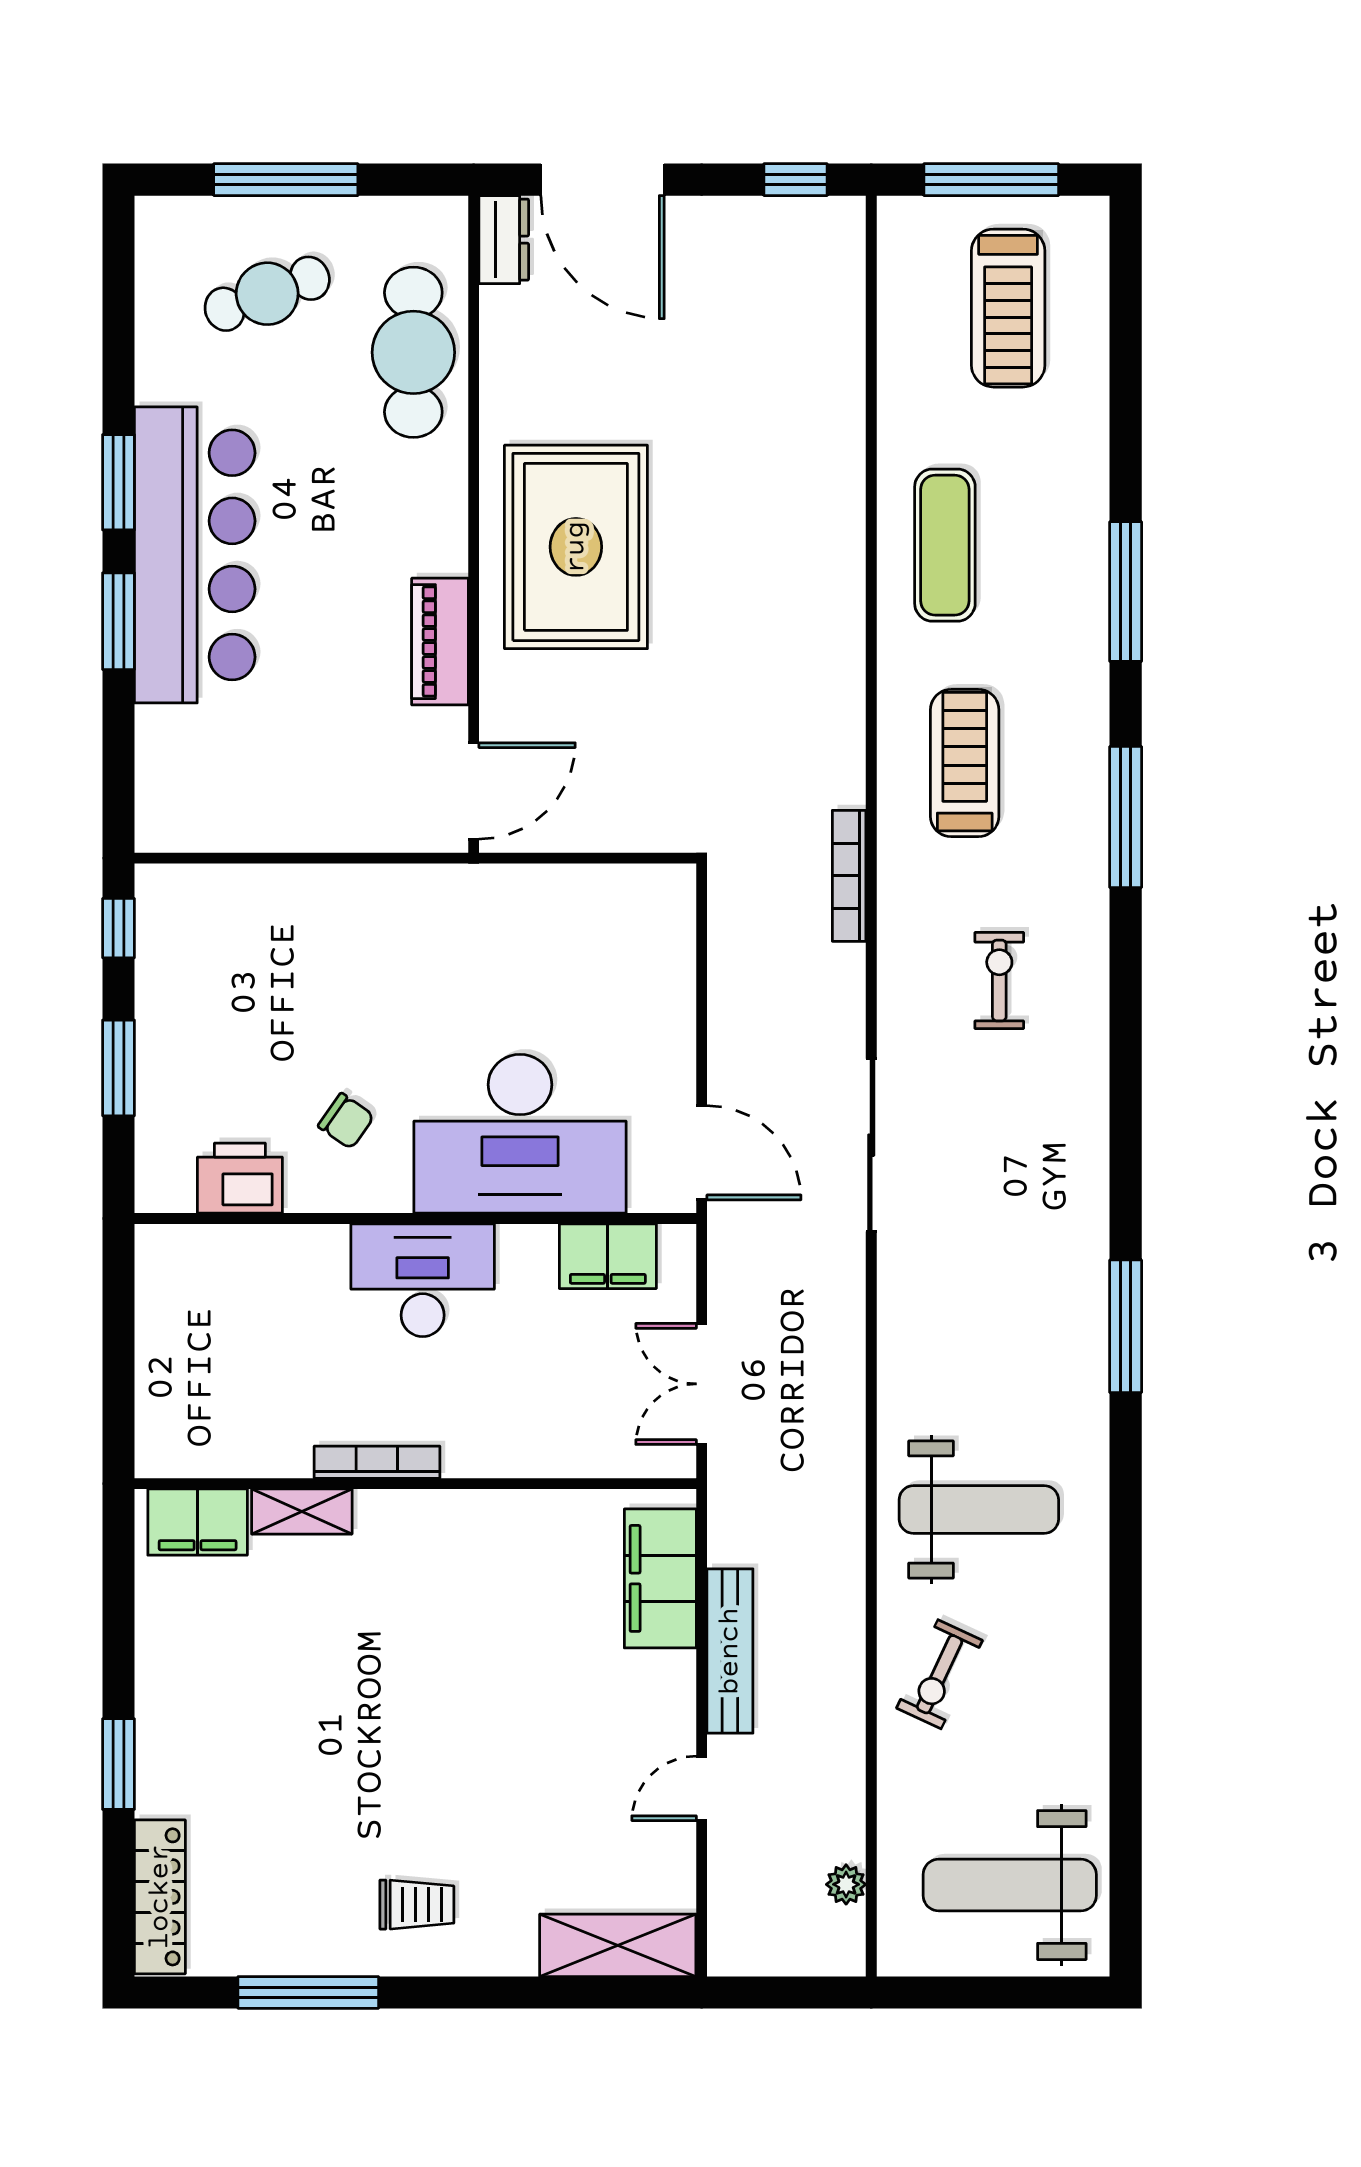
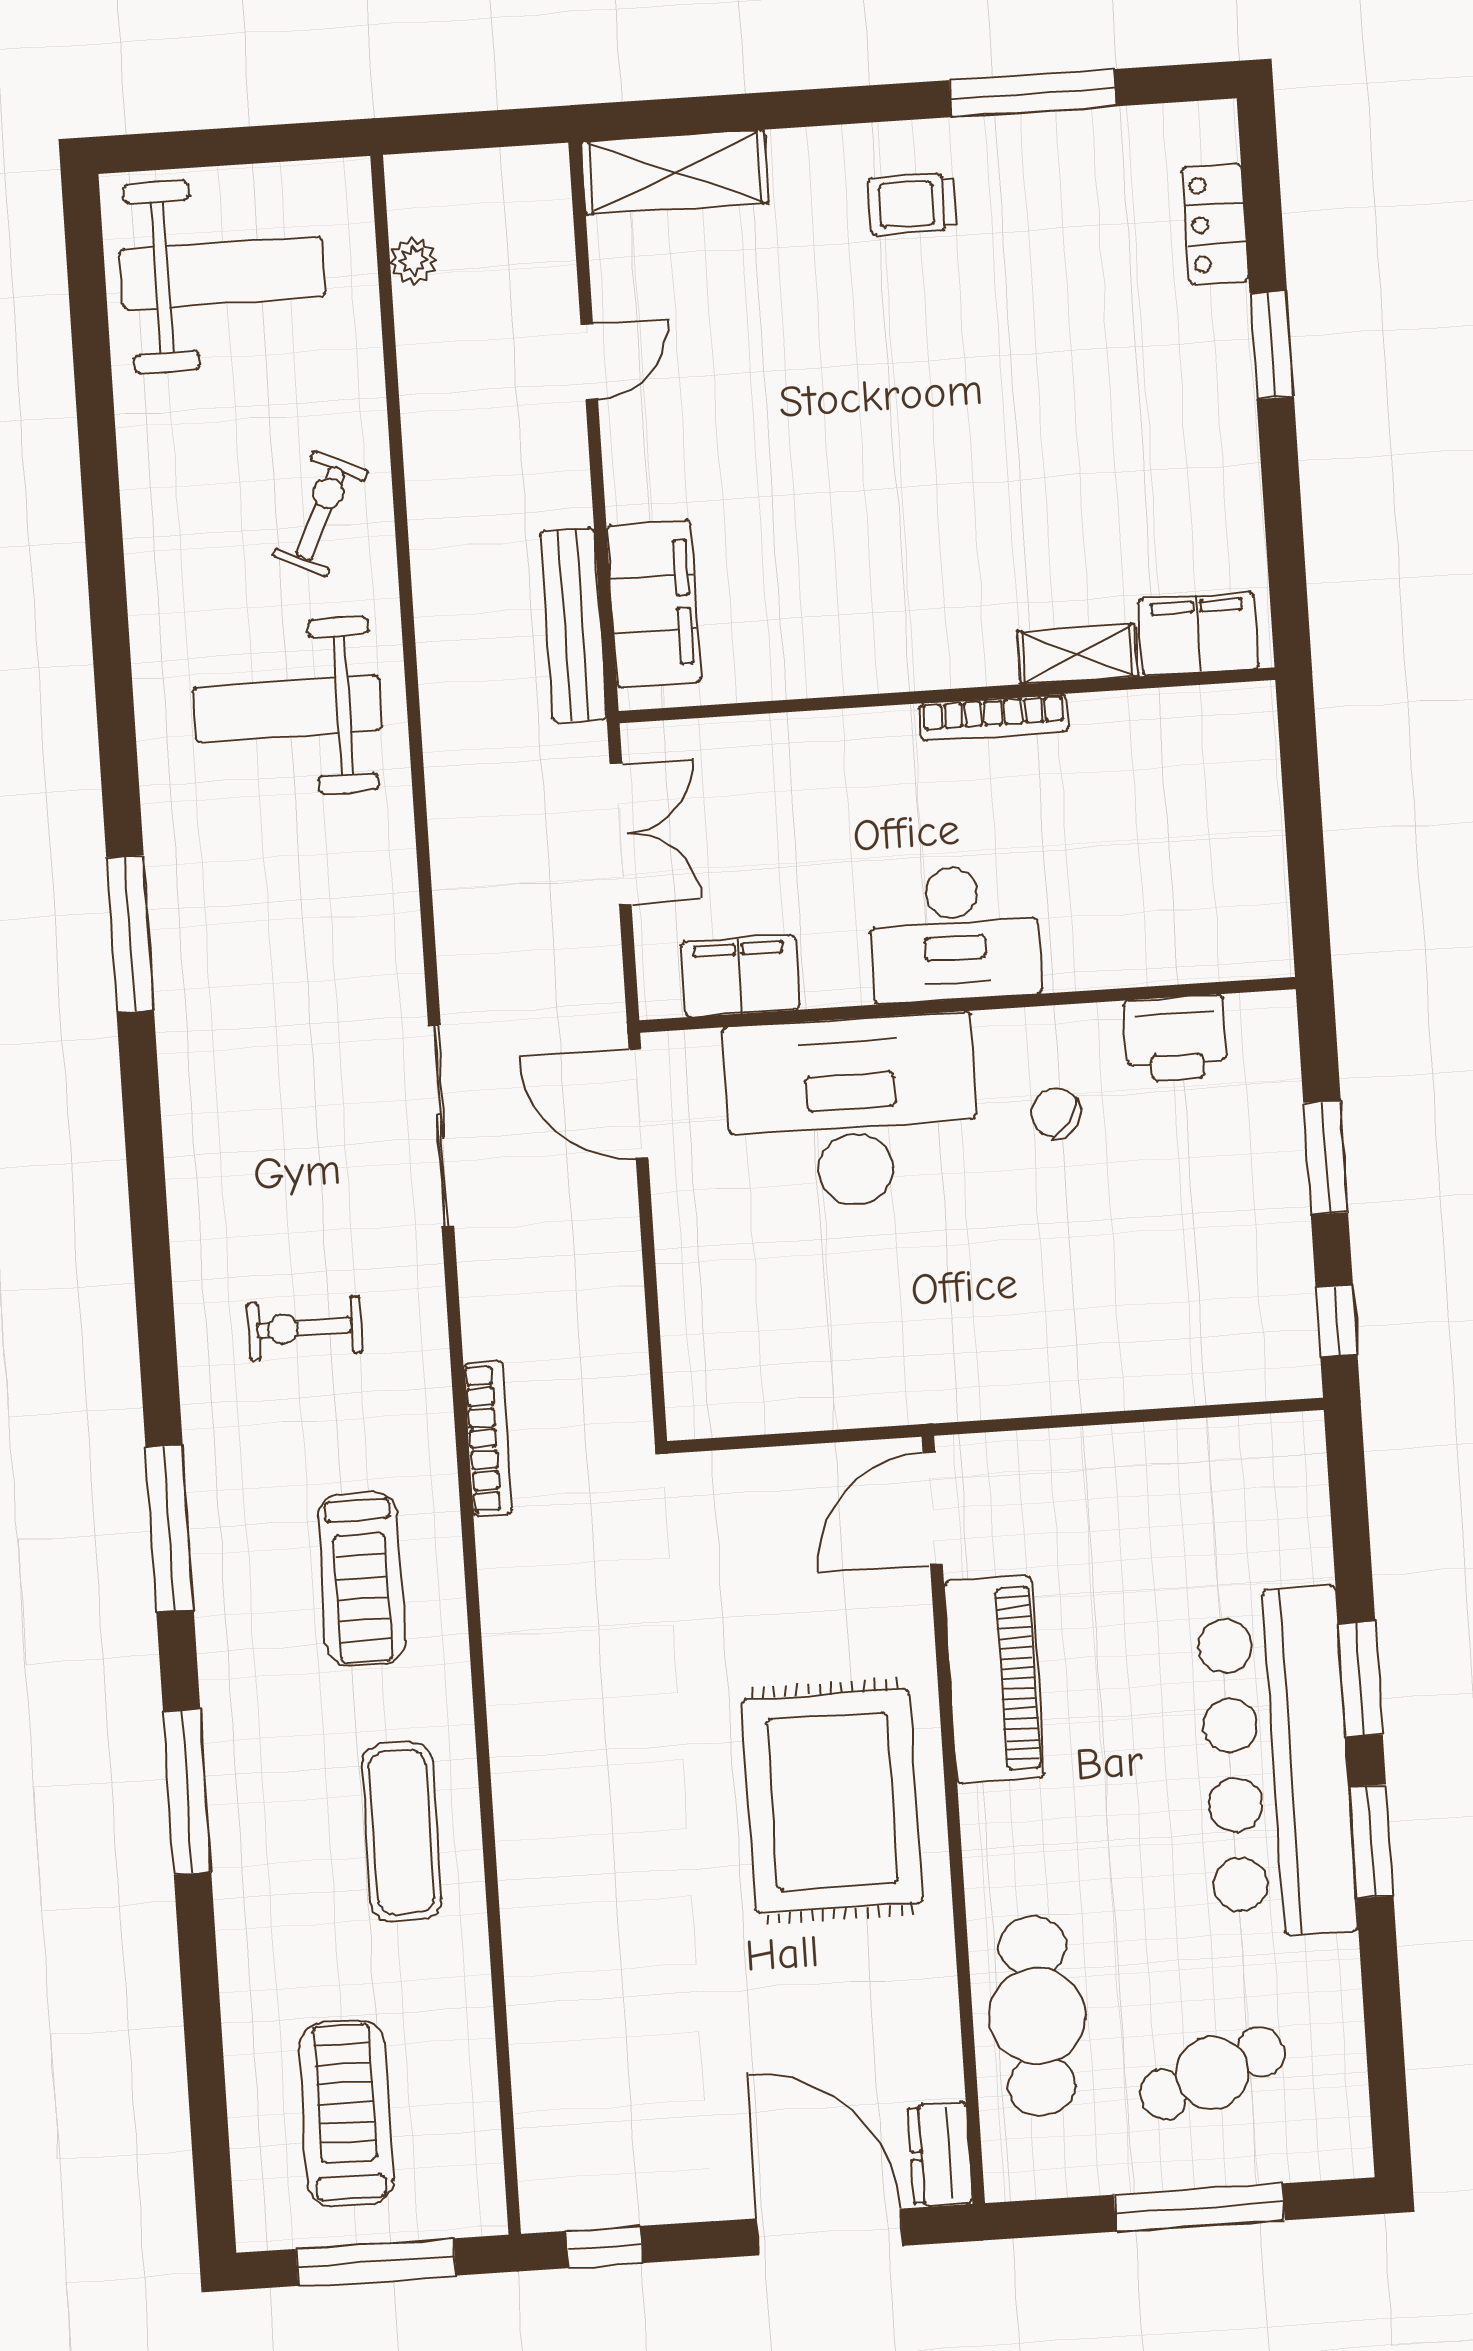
piano: (440, 642) -> (994, 1680), width x1.37, depth x1.33
exercise bike: (999, 981) -> (304, 1328), turned 90
bench: (730, 1651) -> (574, 625), moved
locker: (160, 1897) -> (1215, 224), width x0.66

